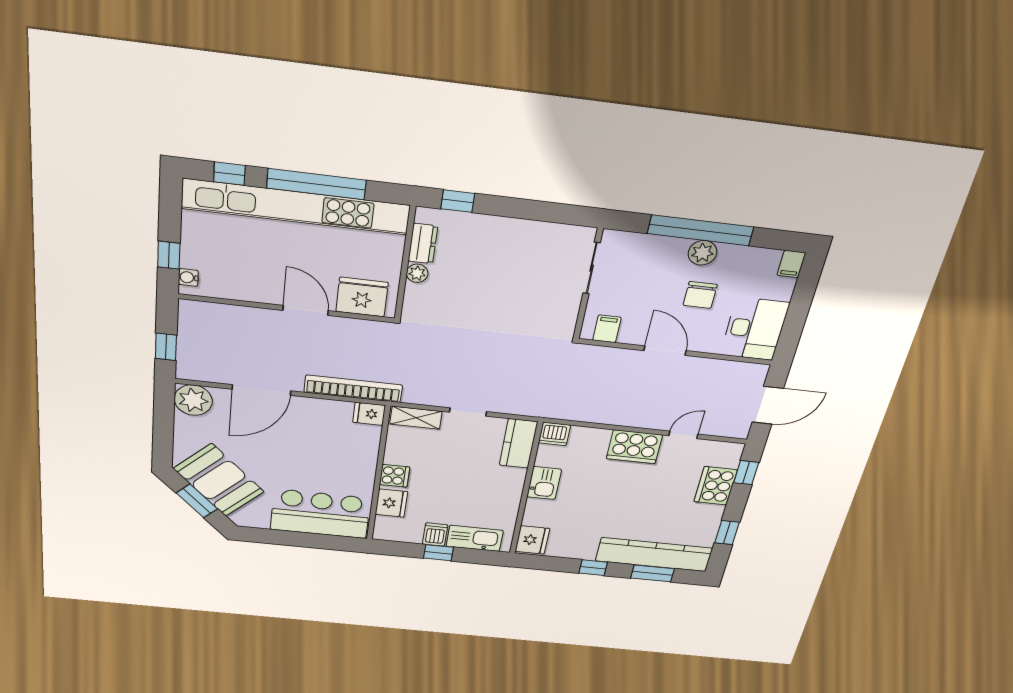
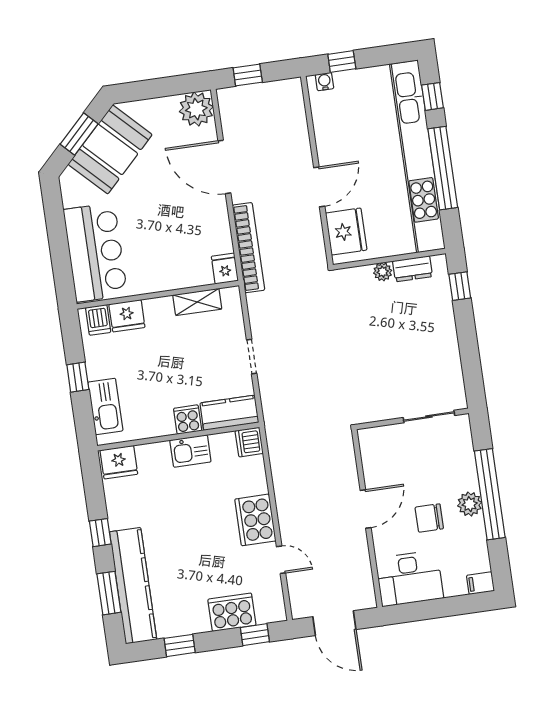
filing cabinet: (607, 329) -> (373, 450), removed
shelving: (416, 418) -> (197, 302), moved, turned 90
cooker: (395, 476) -> (188, 420), moved, turned 180
dishwasher: (435, 534) -> (98, 320), moved, turned 90

